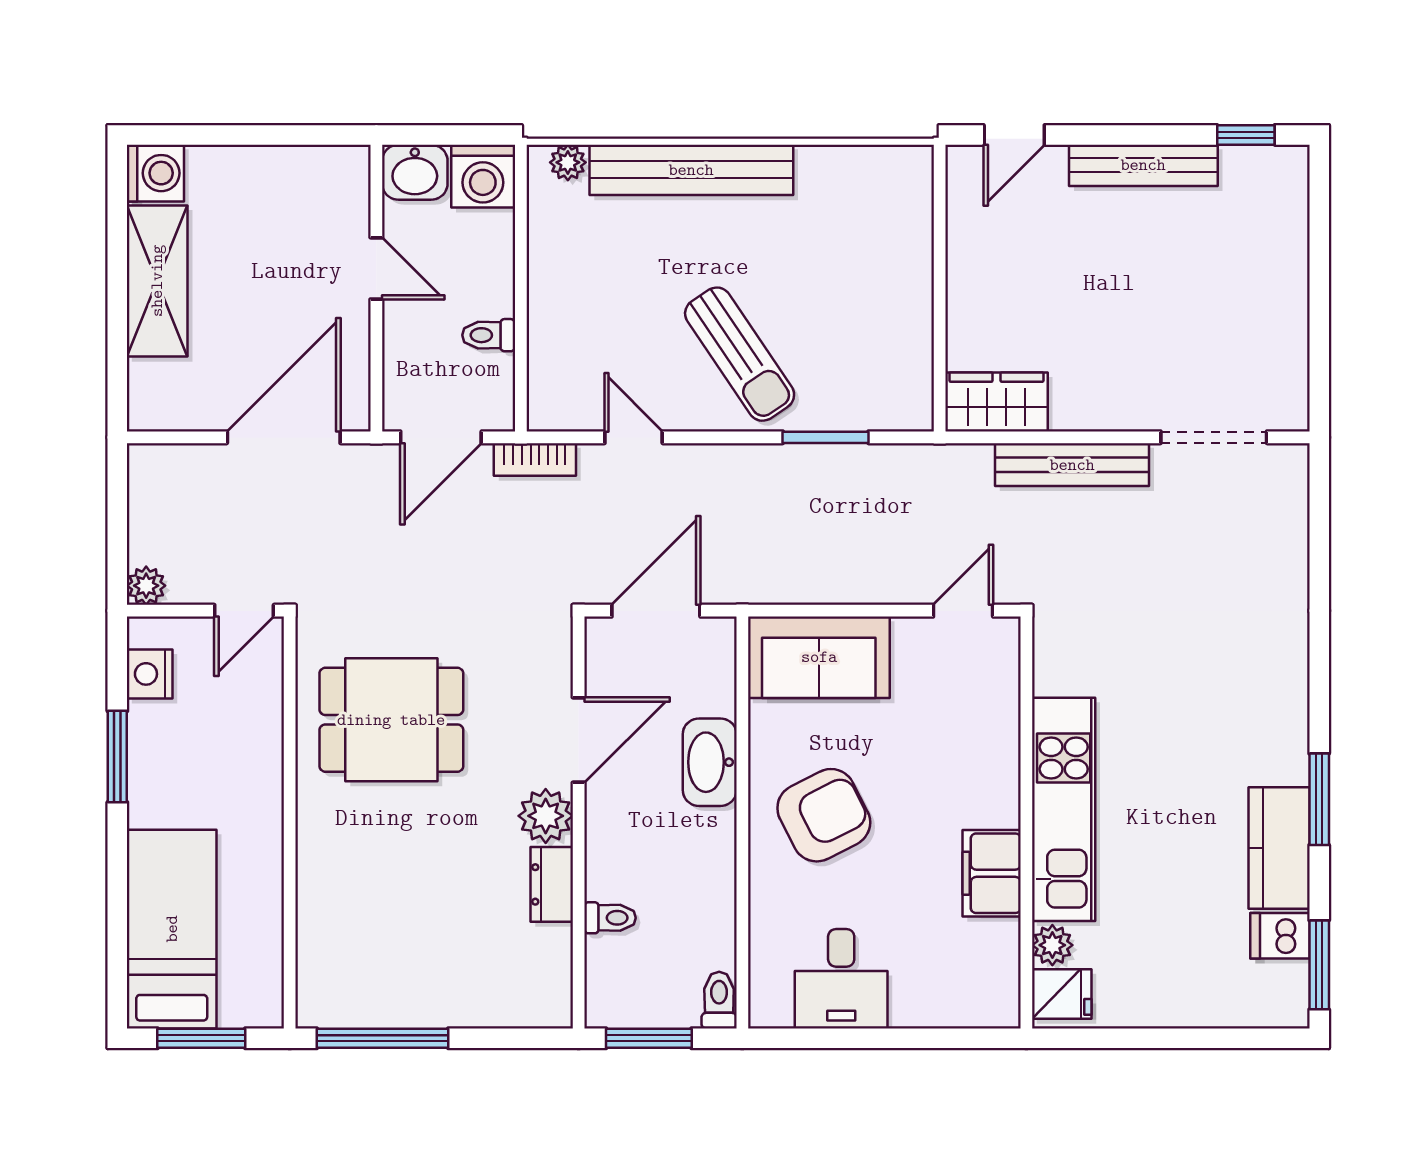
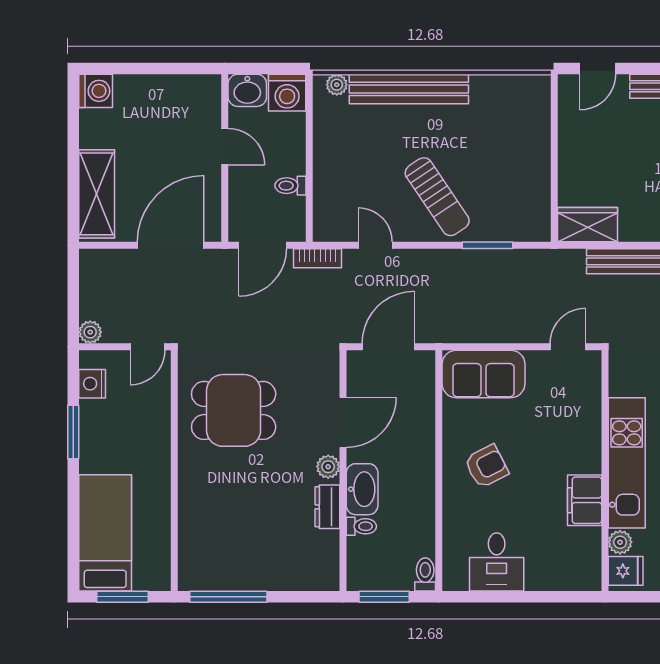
shelving: (157, 281) -> (97, 194), moved
washbasin: (710, 762) -> (362, 489), moved, turned 180
armchair: (824, 815) -> (486, 466), width x0.72, depth x0.72
plant: (546, 816) -> (328, 467), width x0.73, depth x0.73

